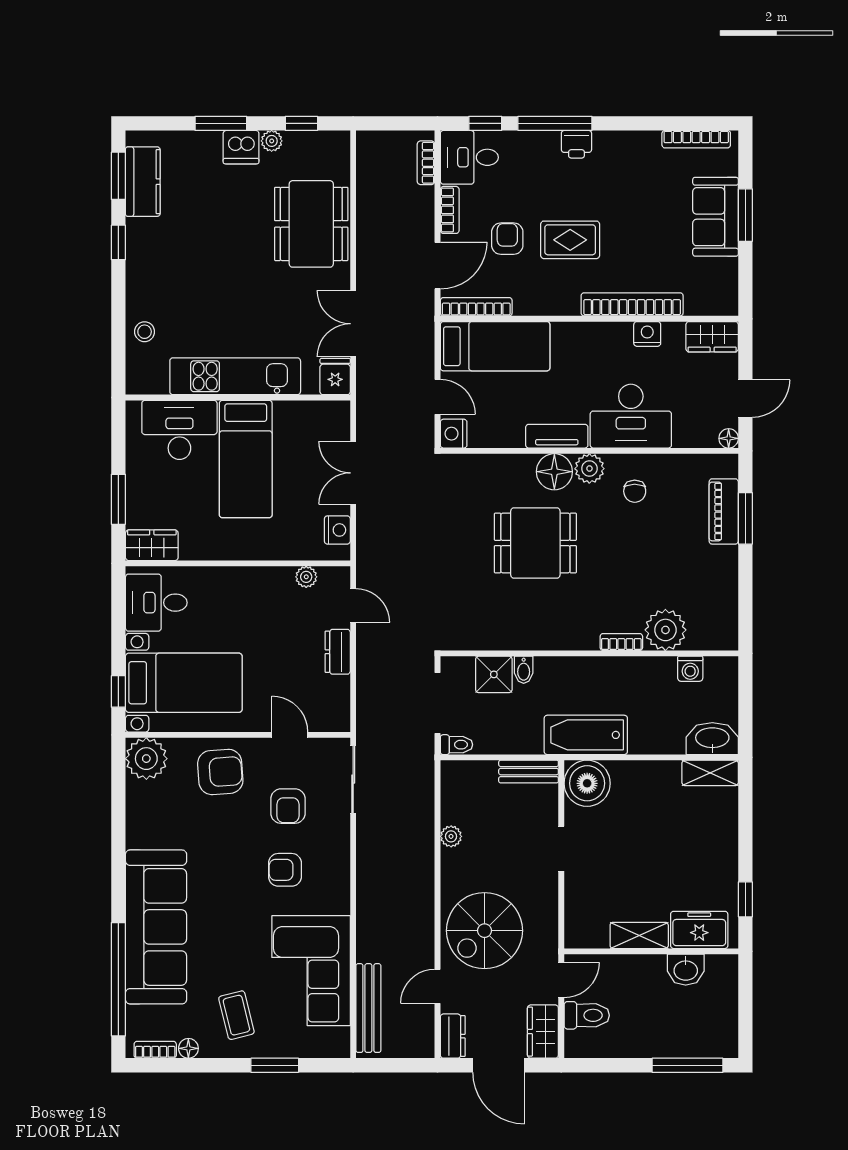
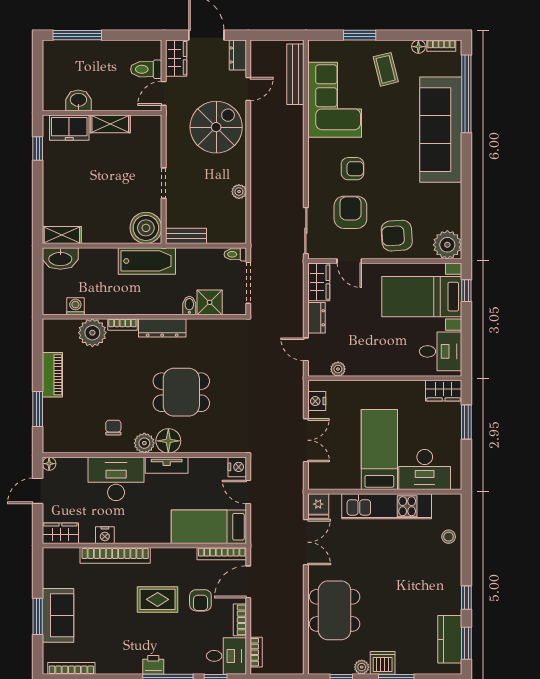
piano: (724, 511) -> (52, 375), moved
dresser: (563, 637) -> (162, 328), added
wardrobe: (334, 704) -> (319, 282), added
armchair: (288, 806) -> (350, 212), width x1.38, depth x1.38

